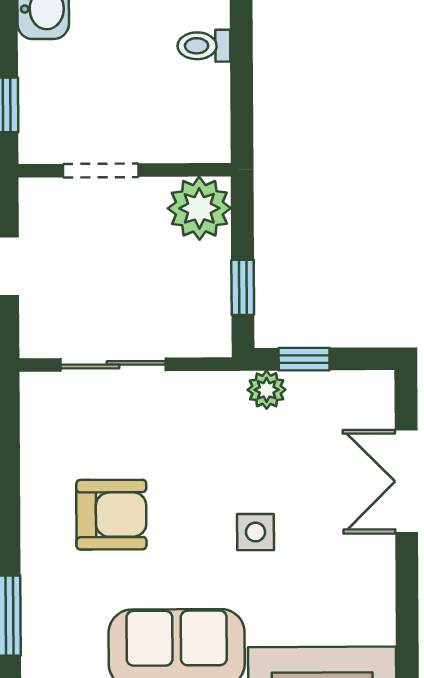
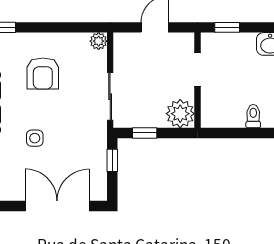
sliding door: (113, 365) -> (110, 97), moved
plant: (267, 390) -> (99, 41), moved
double door: (406, 481) -> (57, 206), width x1.37

